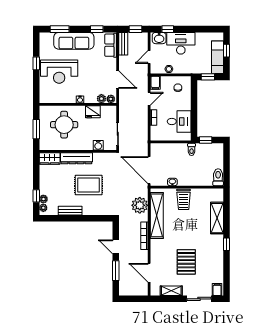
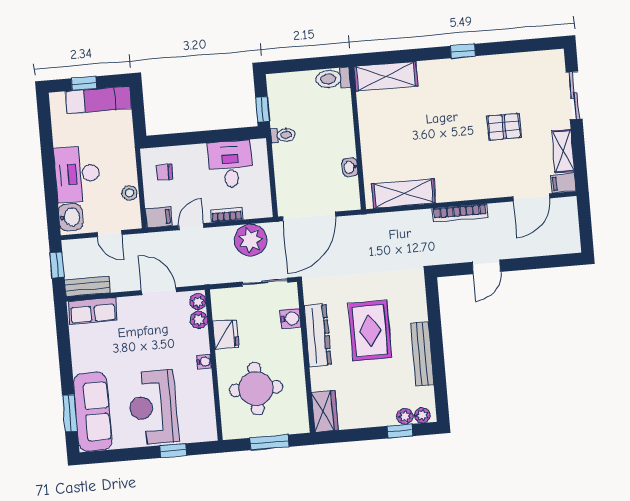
window: (97, 29) -> (64, 341), removed
window: (168, 29) -> (52, 202), removed
sofa: (74, 41) -> (93, 412), moved
window: (36, 63) -> (173, 451), moved
reception desk: (59, 72) -> (153, 407), turned 180
window: (208, 77) -> (138, 115), removed
door: (118, 80) -> (159, 291), hinge flipped
door: (149, 99) -> (191, 227), hinge flipped
dresser: (76, 158) -> (318, 335), moved
door: (149, 170) -> (309, 216), moved
trolley: (184, 199) -> (382, 142), removed
plant: (140, 205) -> (251, 240), moved
bench: (70, 211) -> (422, 354), width x1.36
shelving: (157, 215) -> (404, 193), width x0.68
shelving: (217, 218) -> (386, 76), moved
pallet: (186, 262) -> (504, 127), width x0.67, depth x0.71
window: (116, 271) -> (533, 263), removed
filing cabinet: (217, 290) -> (563, 183), moved

